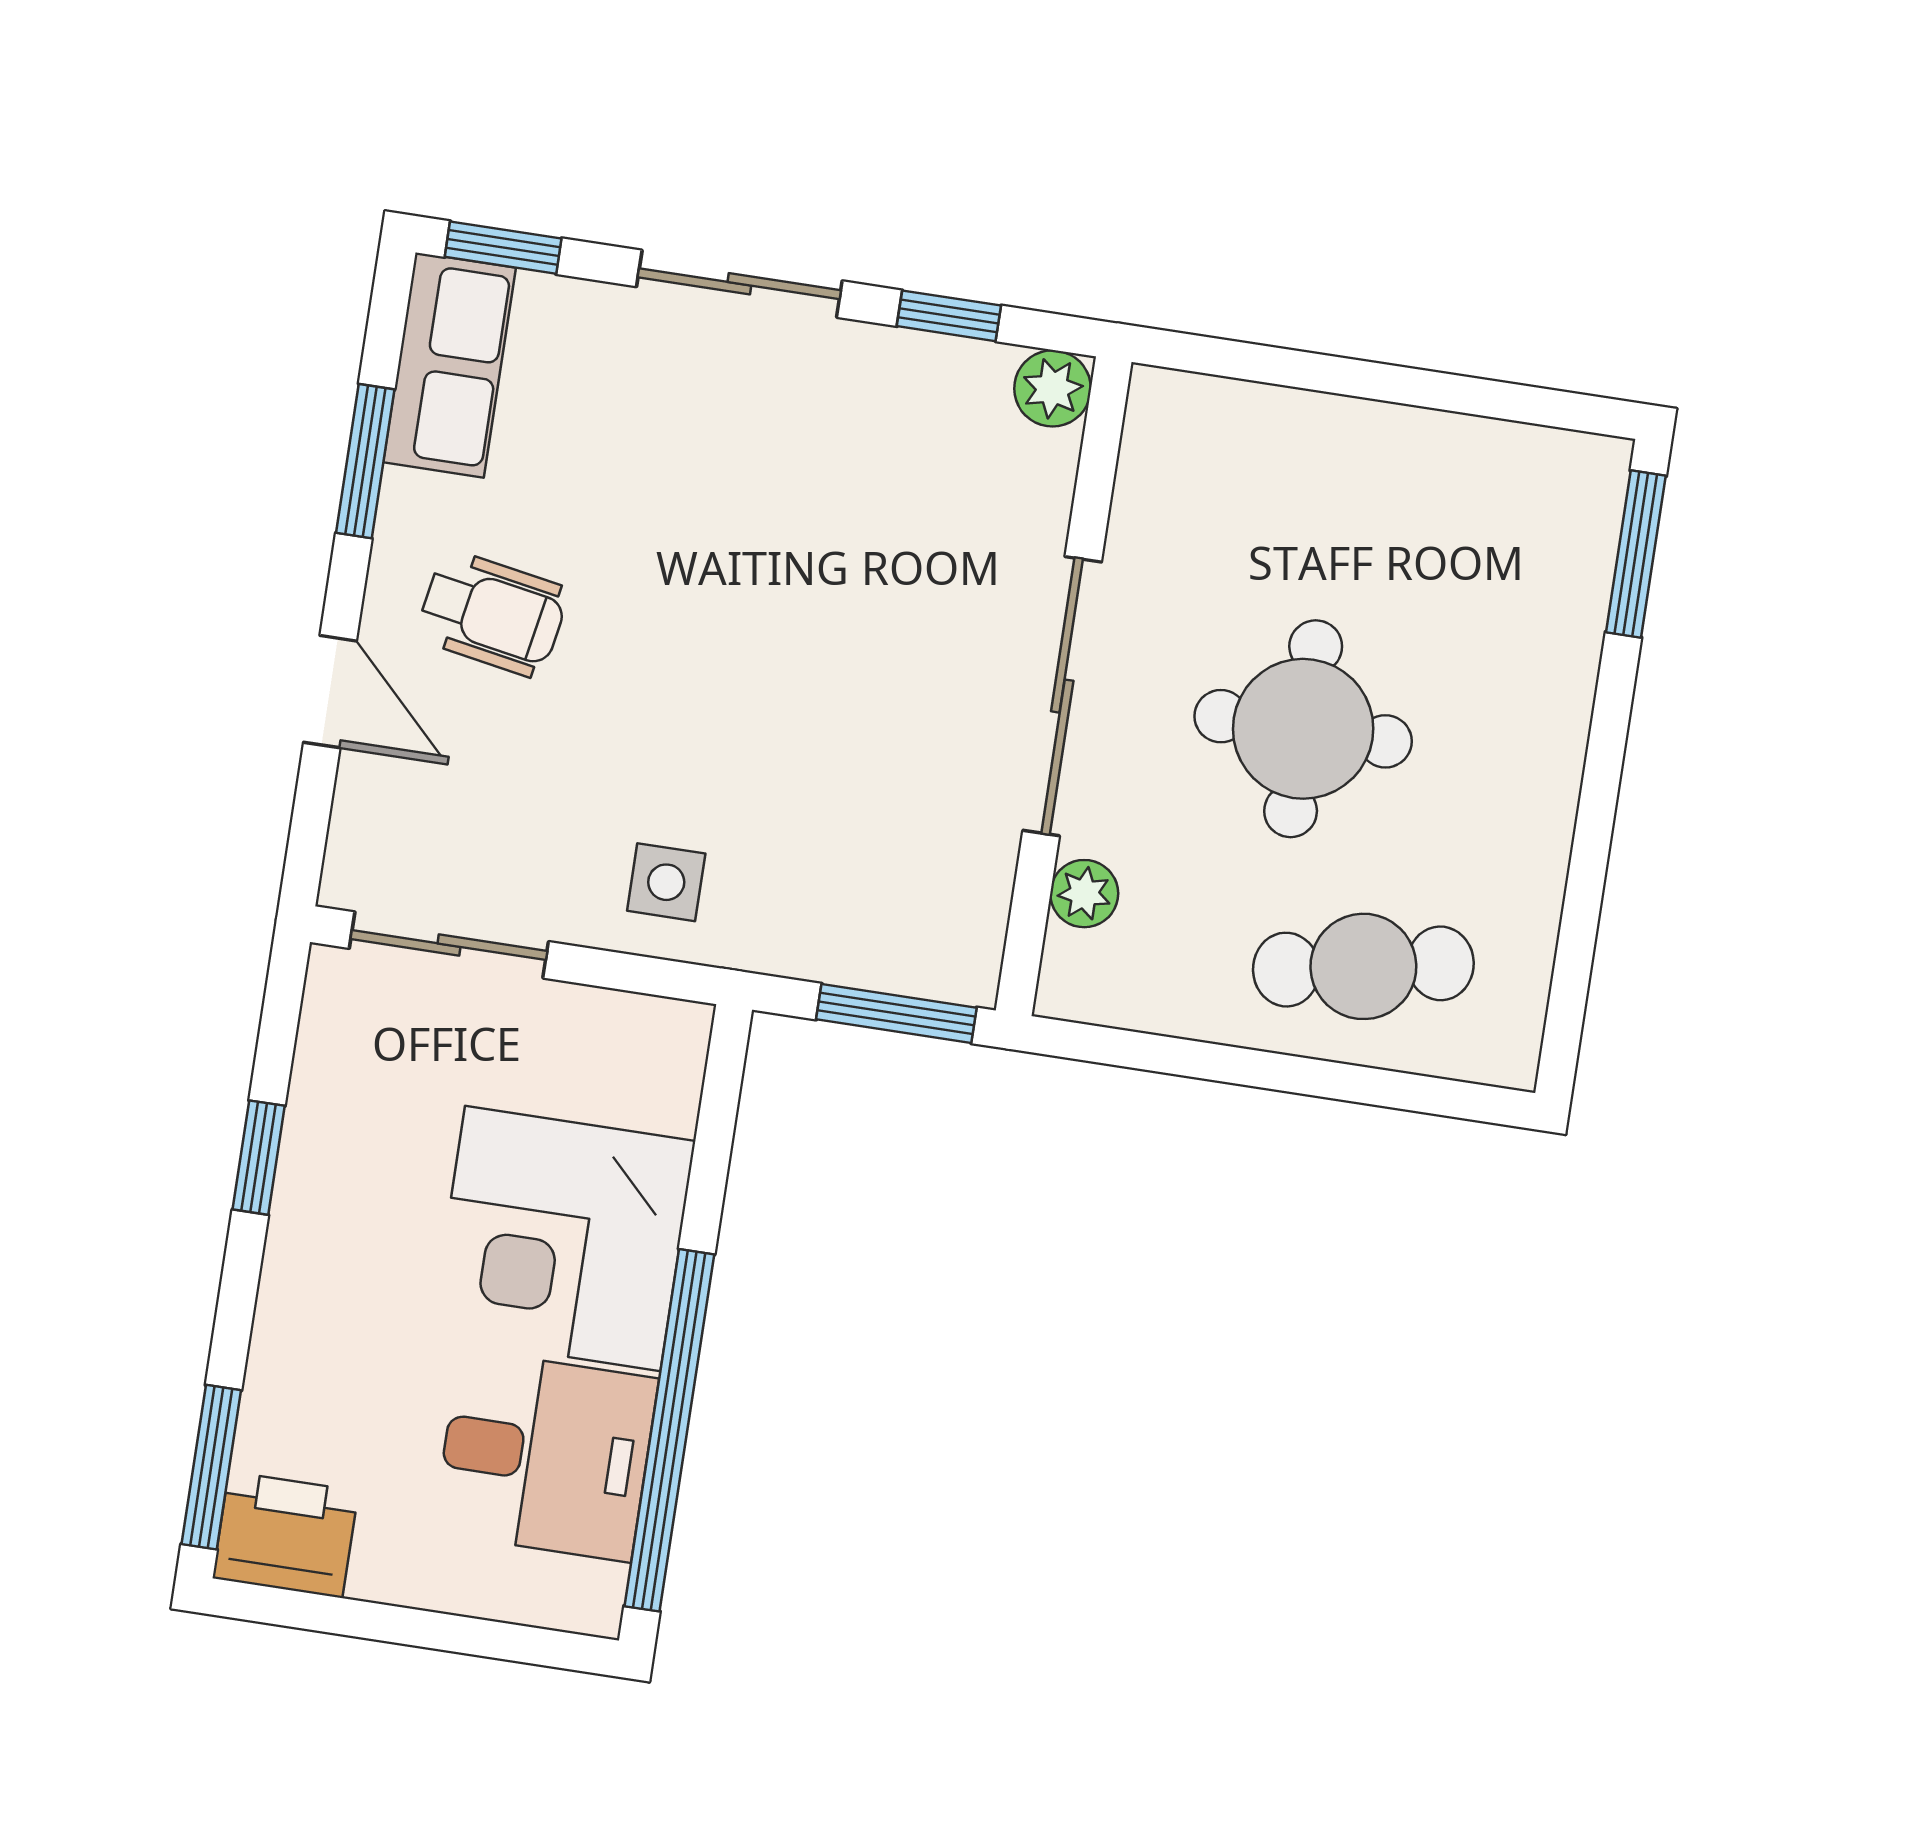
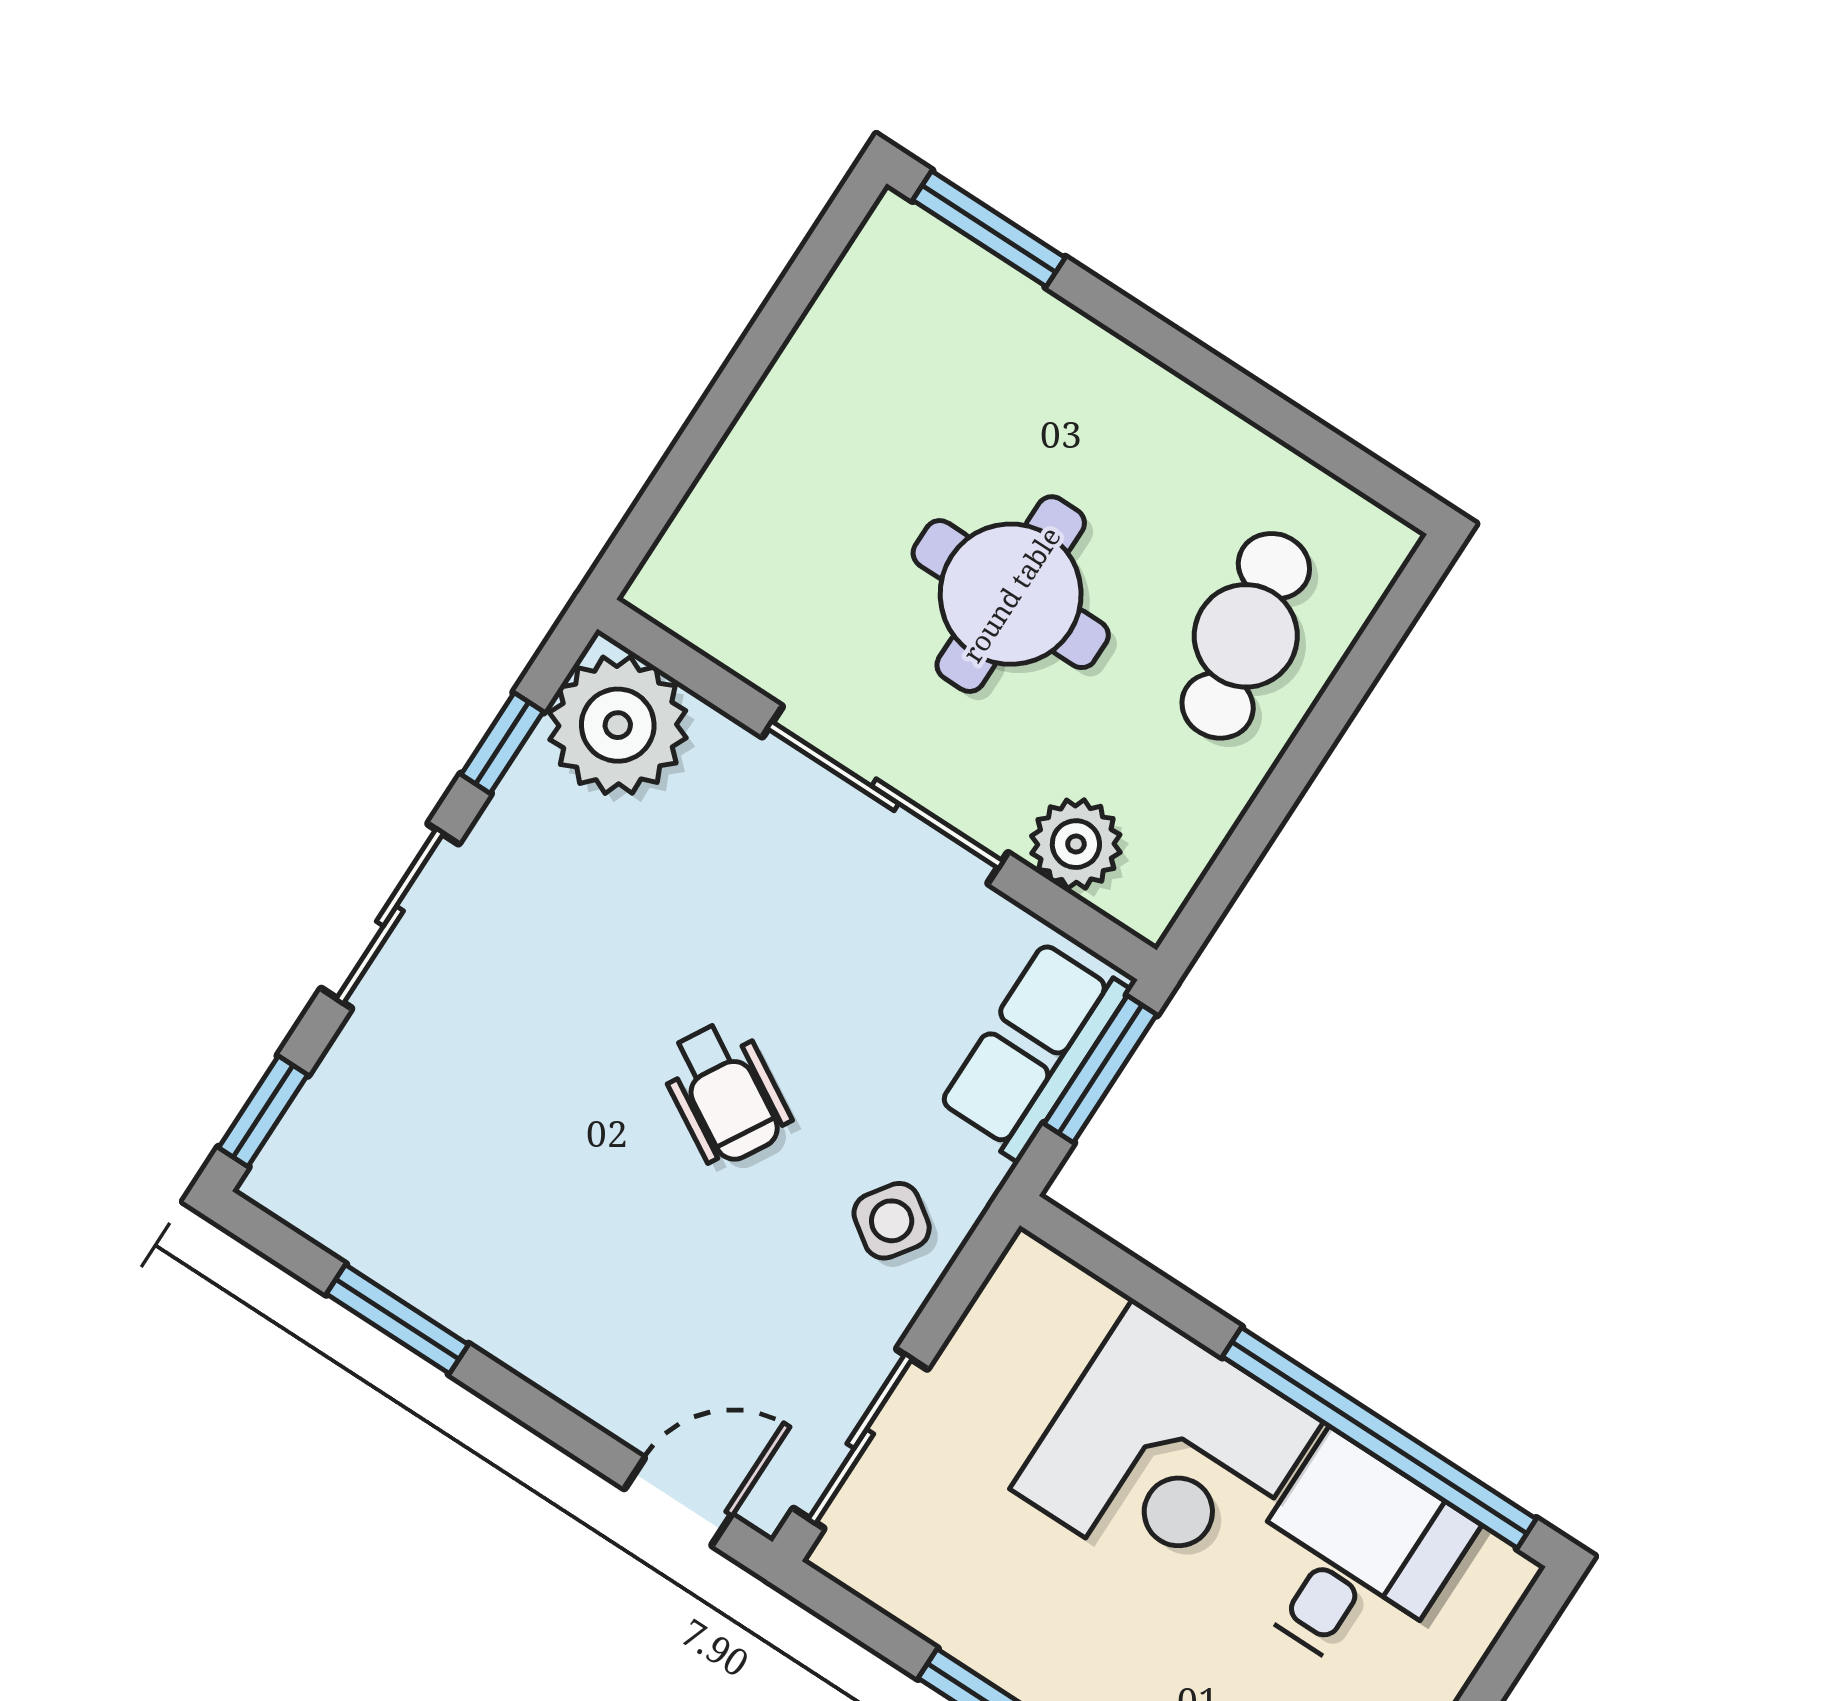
row of seats: (450, 365) -> (1033, 1049), moved, turned -90
plant: (1053, 388) -> (618, 725), width x1.88, depth x1.88
wheelchair: (492, 614) -> (725, 1093), moved, turned 110
door: (330, 692) -> (678, 1502), moved
side table: (666, 882) -> (892, 1221), turned 35
plant: (1084, 894) -> (1076, 844), width x1.38, depth x1.38

